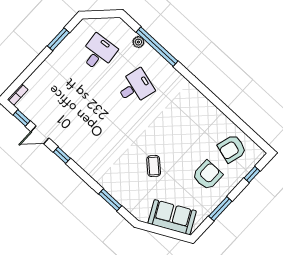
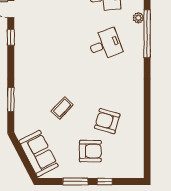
desk: (135, 87) -> (105, 44), turned -36
armchair: (232, 149) -> (107, 121), moved
window: (252, 174) -> (105, 182), moved

